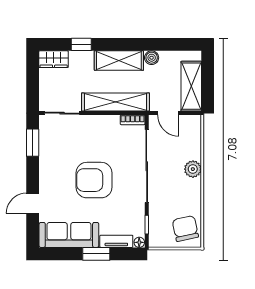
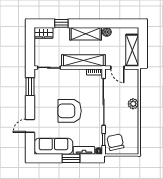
chair: (185, 229) -> (115, 142), moved

